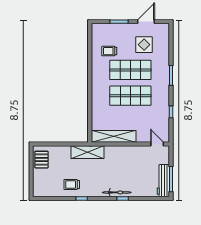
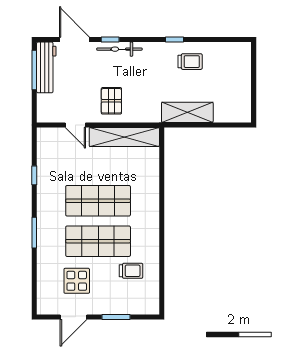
door: (157, 144) -> (75, 125), moved
shelving: (87, 152) -> (187, 112), moved
pallet: (41, 160) -> (111, 101), moved
door: (145, 199) -> (74, 40), added

